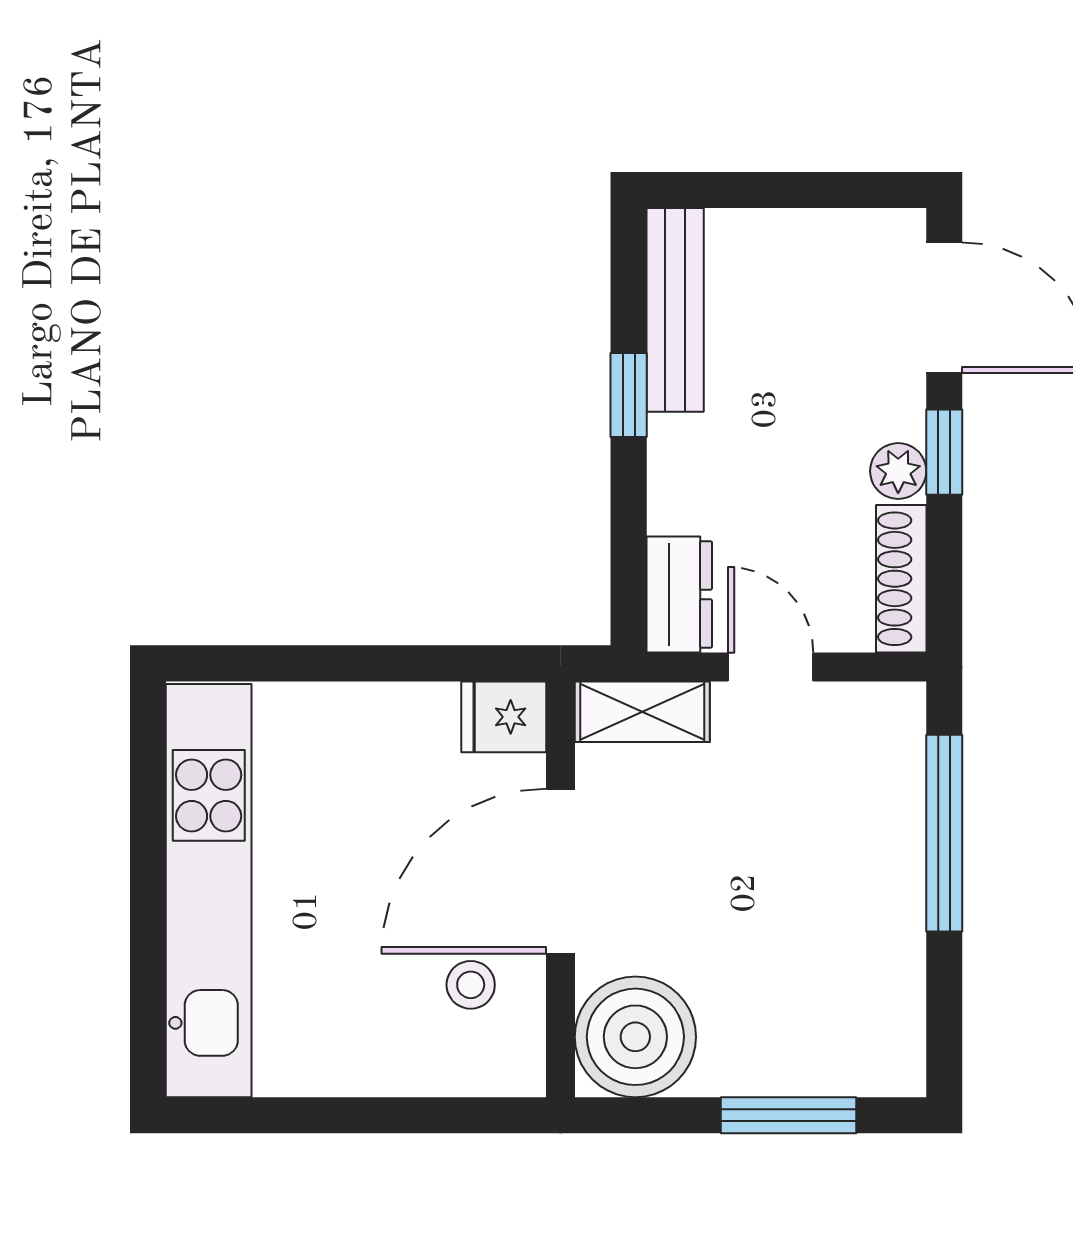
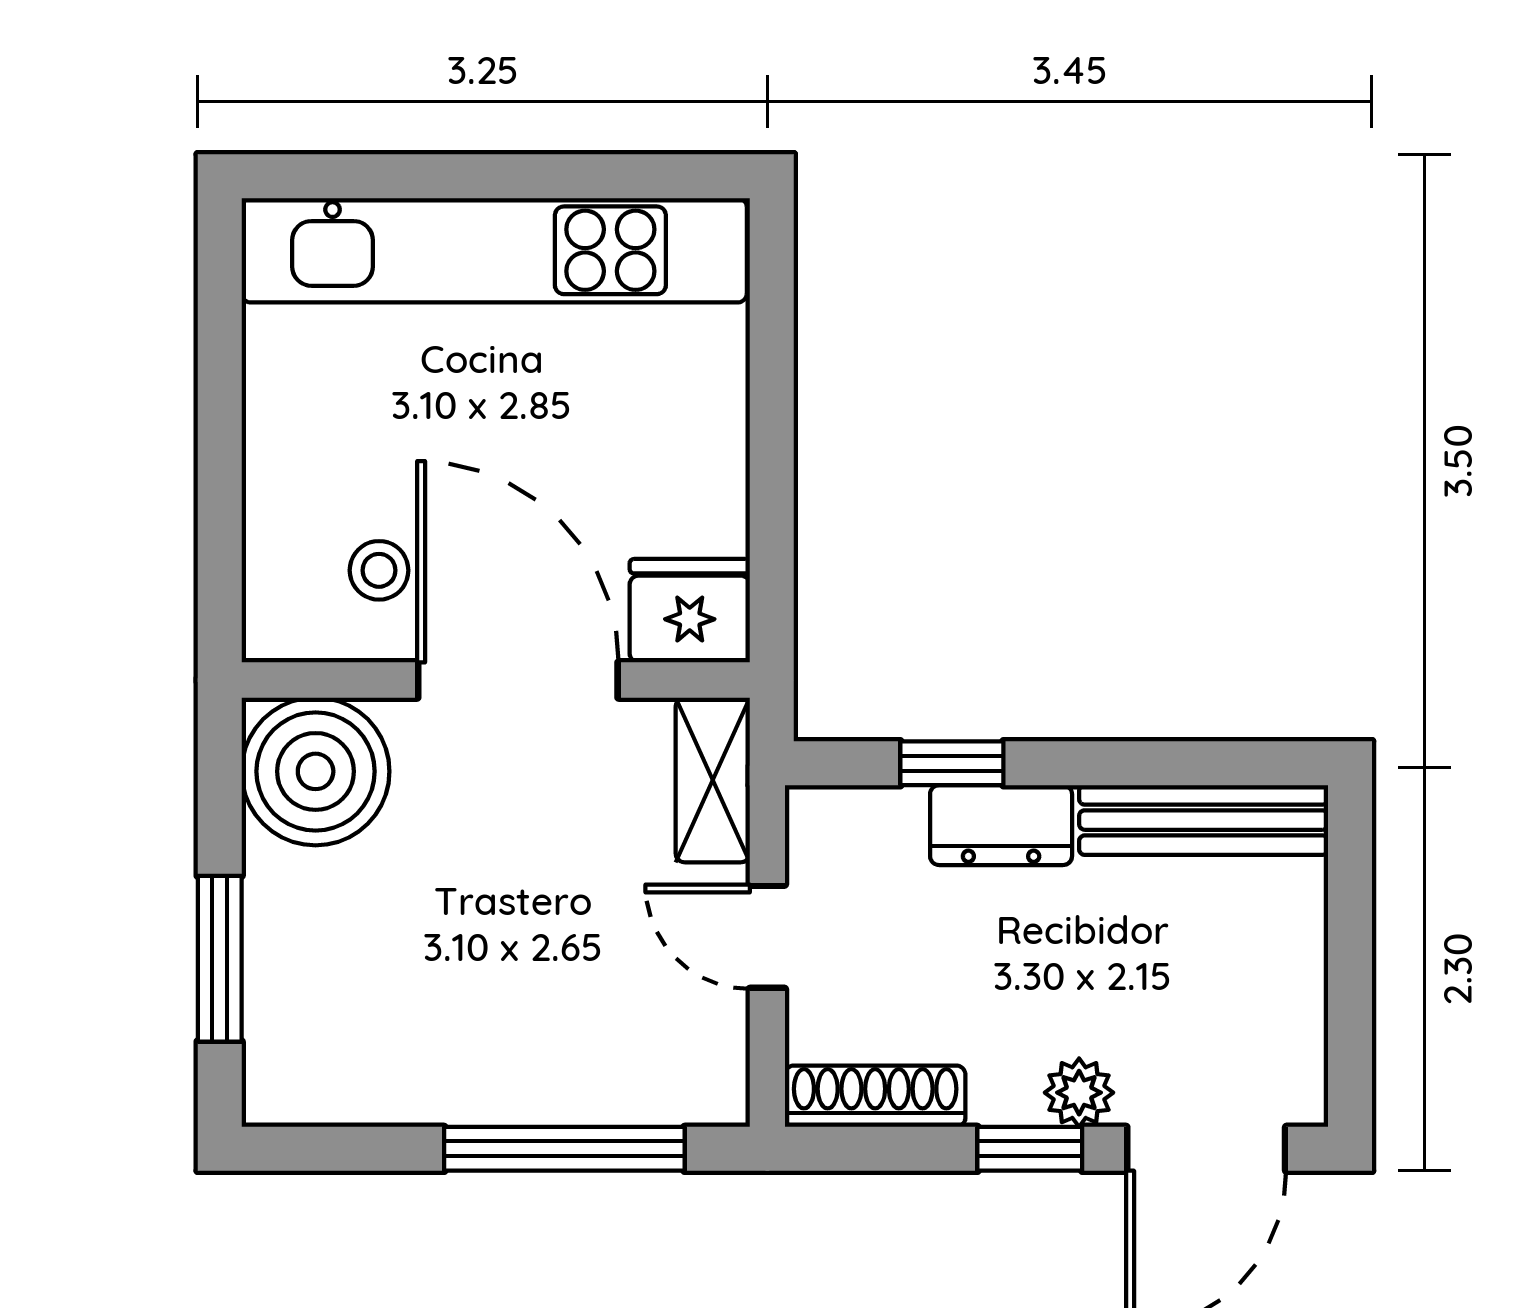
window: (629, 395) -> (952, 763), moved
plant: (898, 471) -> (1079, 1093), moved
dresser: (679, 594) -> (1001, 825), moved
door: (771, 667) -> (767, 937), swing flipped
fridge: (504, 717) -> (690, 611), width x1.38

